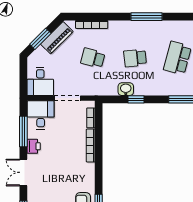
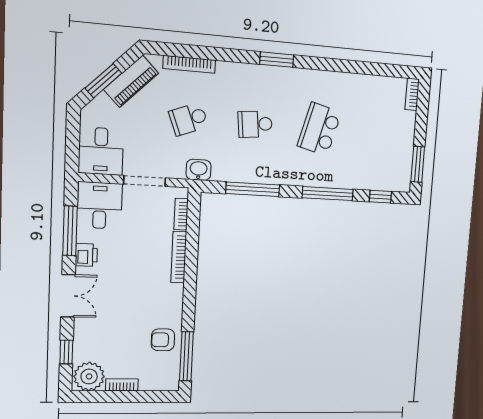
window: (147, 17) -> (277, 60), width x0.69
school desk: (93, 58) -> (189, 119), turned -36
washbasin: (126, 89) -> (199, 170), moved
window: (136, 99) -> (253, 189), width x2.17
double door: (23, 172) -> (68, 296), swing flipped

